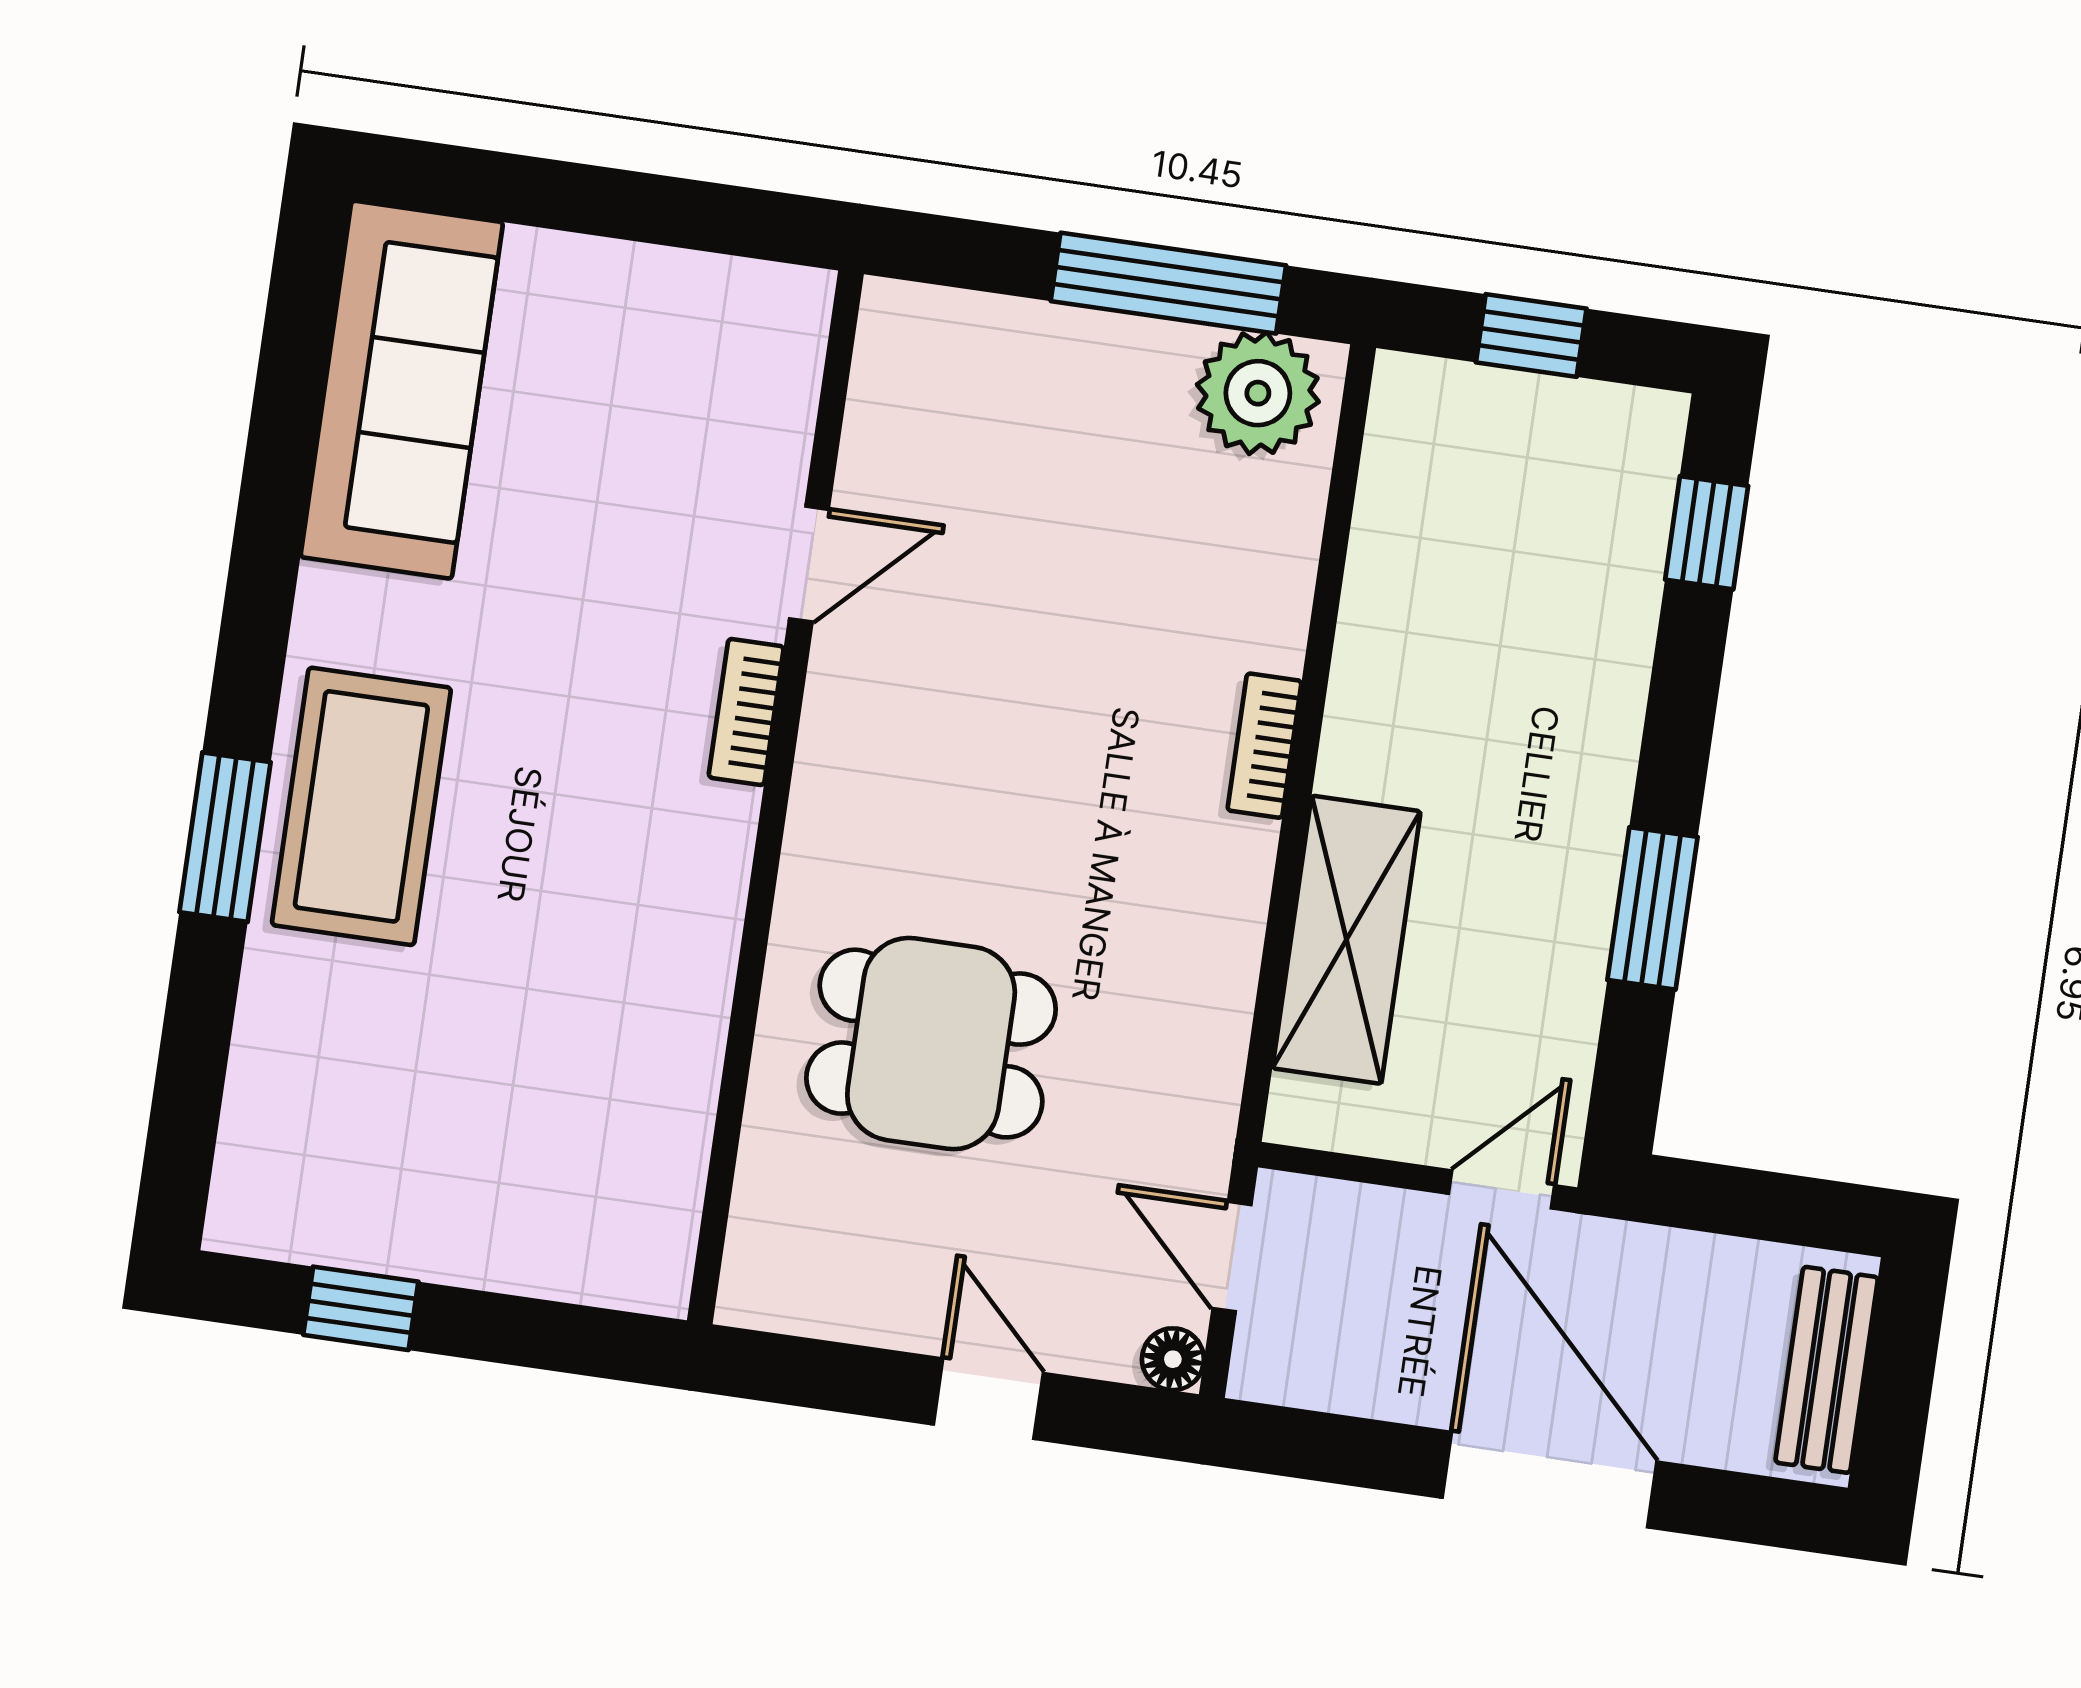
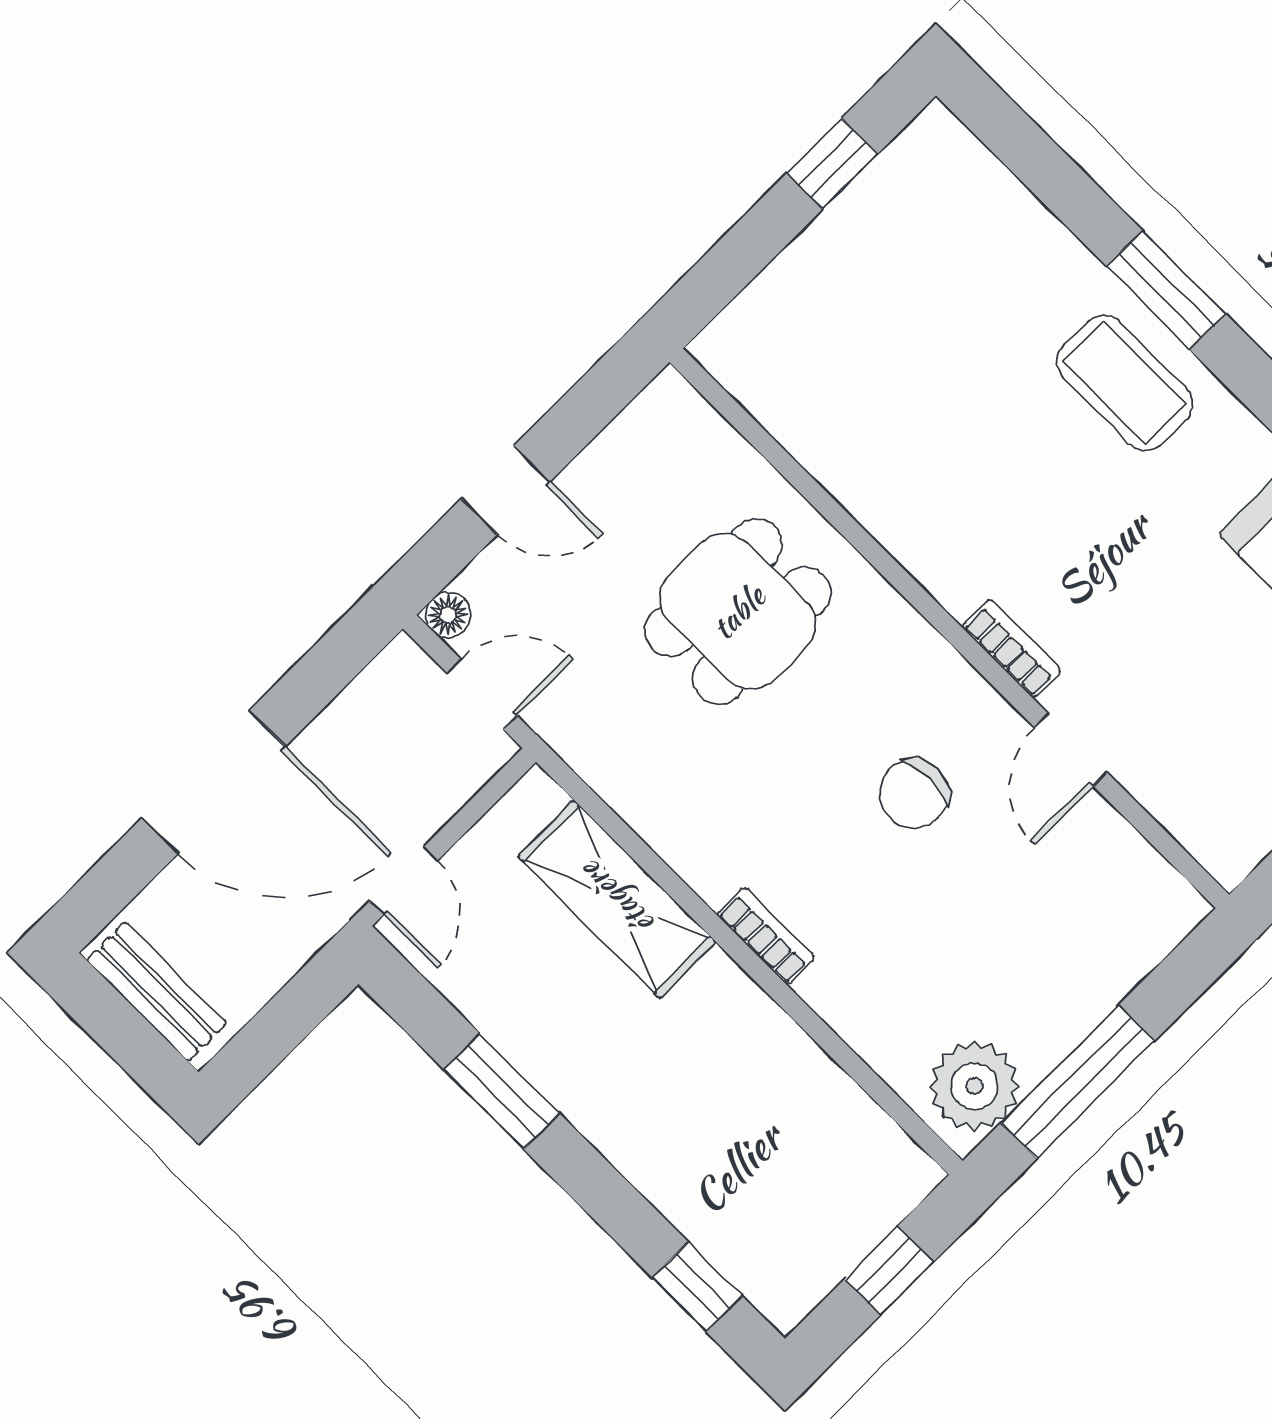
chair: (986, 700) -> (914, 794), added
coffee table: (361, 806) -> (1125, 383), width x0.73, depth x0.76

